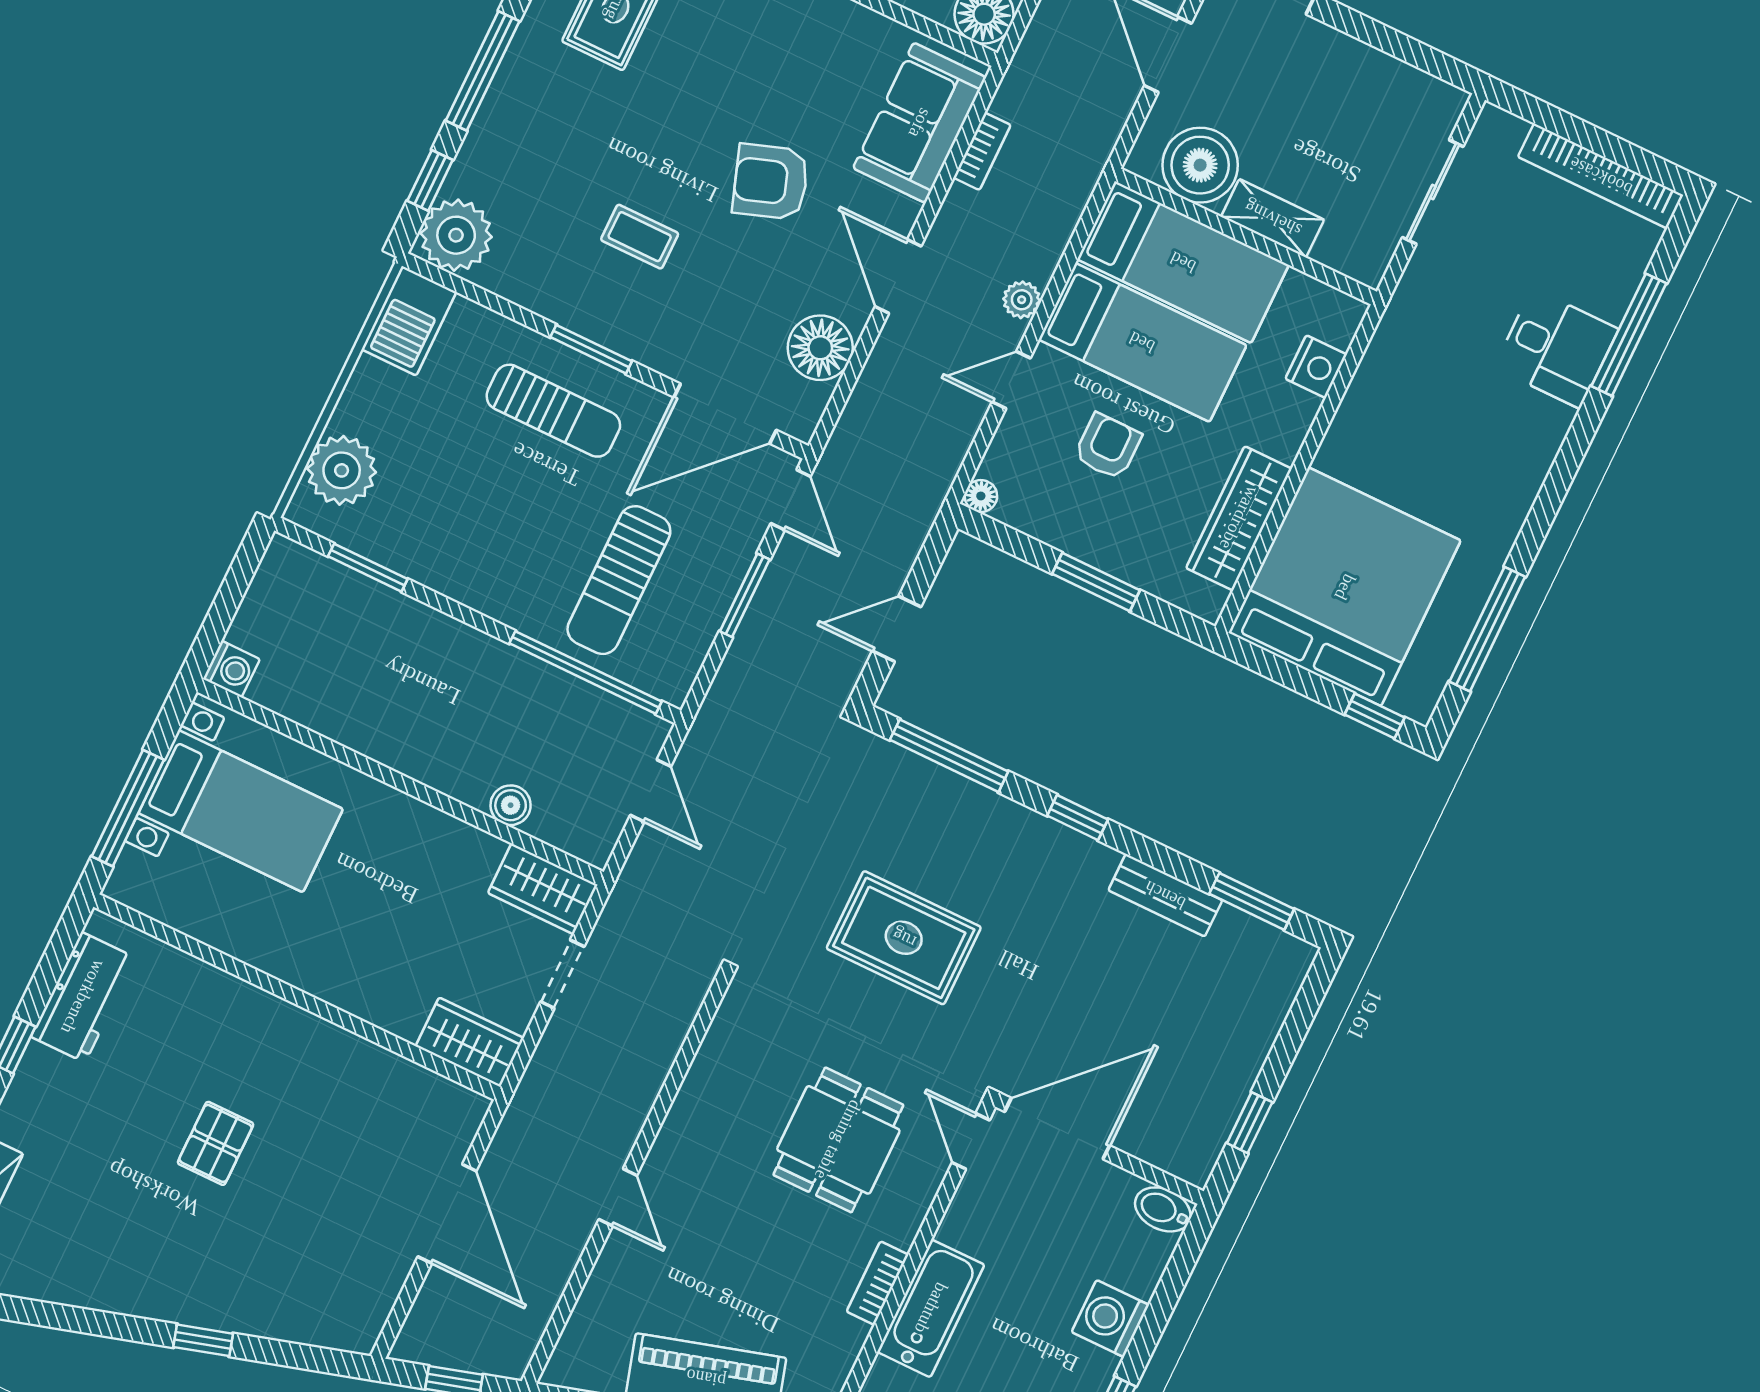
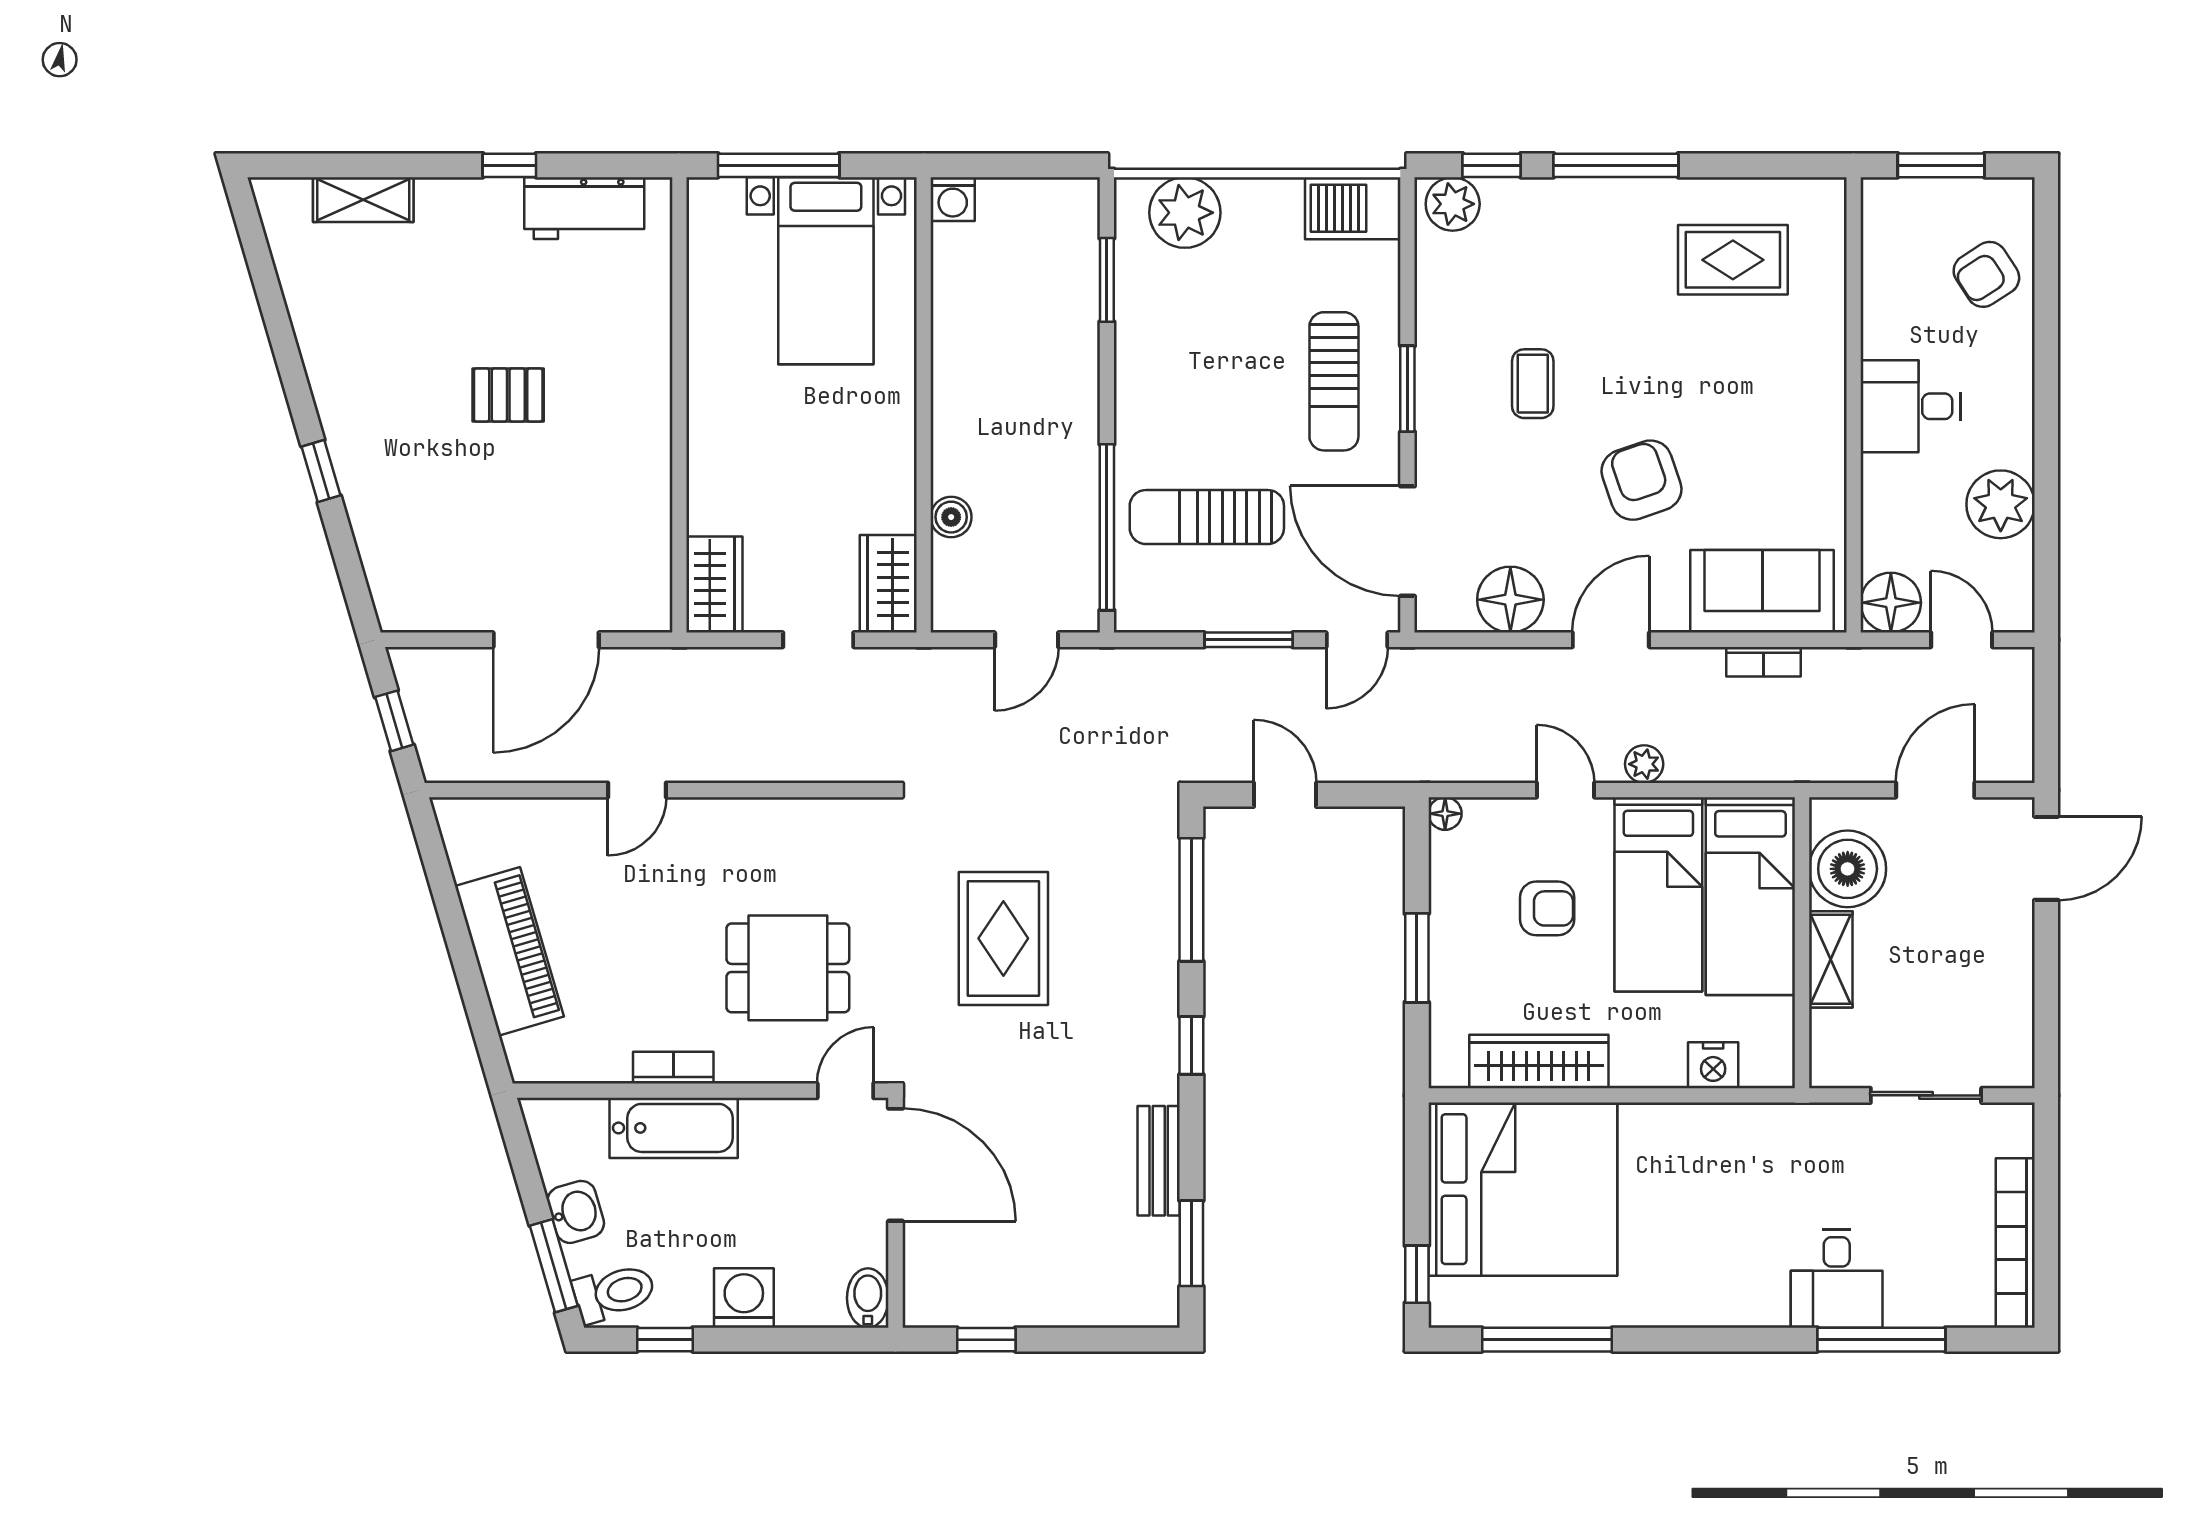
plant: (456, 235) -> (1453, 204), width x0.73, depth x0.73

